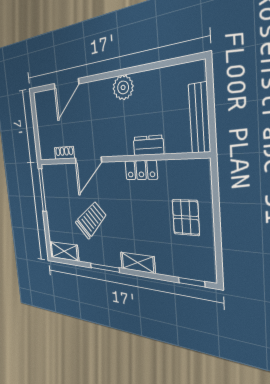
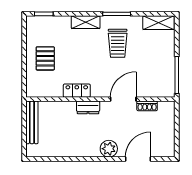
plant: (123, 87) -> (109, 149), moved
dresser: (148, 145) -> (88, 107), moved
trolley: (91, 220) -> (118, 43), moved, turned -47

